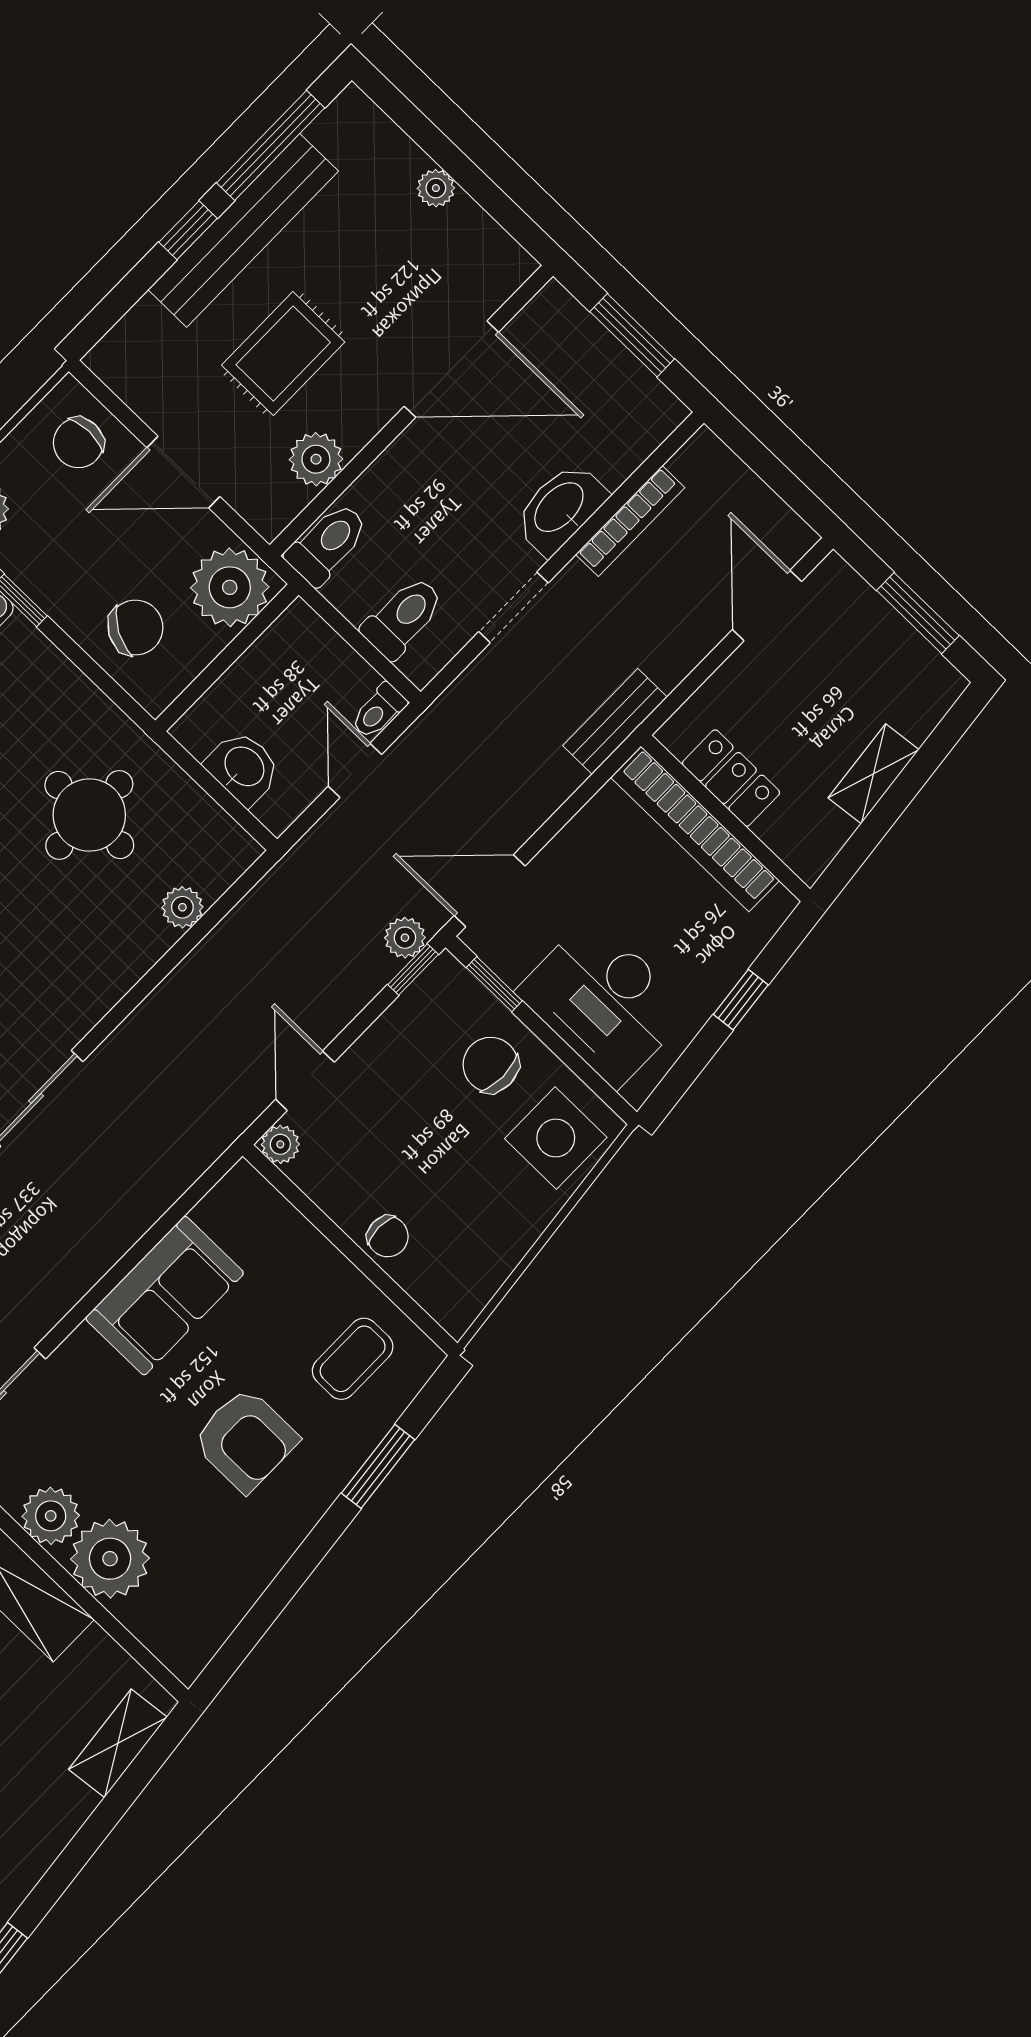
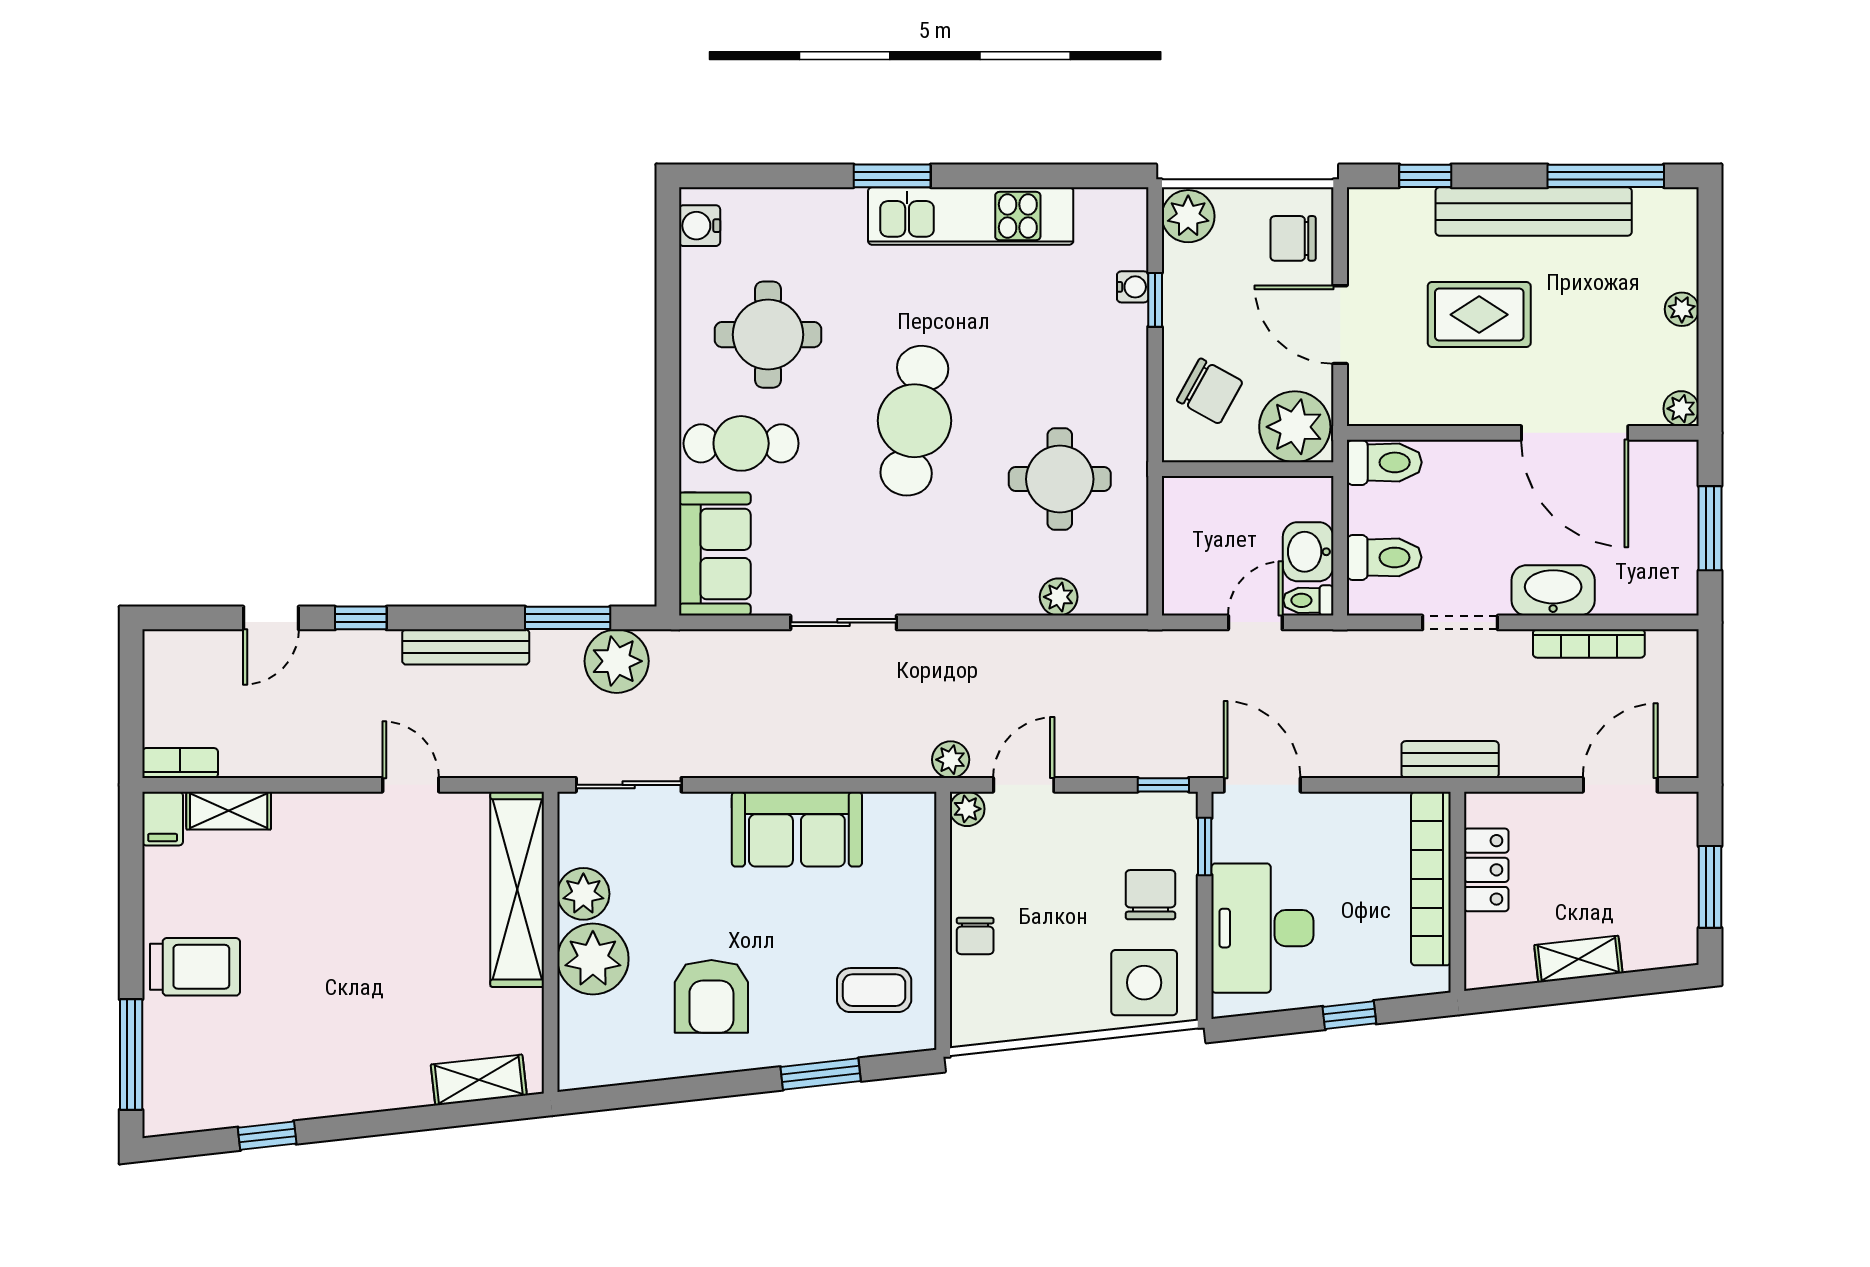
window: (188, 230) -> (1425, 176), moved
plant: (316, 459) -> (1681, 409), moved, width x0.73, depth x0.73
washbasin: (243, 768) -> (1308, 552), moved, turned 180
plant: (405, 938) -> (951, 760), moved
armchair: (245, 1440) -> (711, 996), moved

